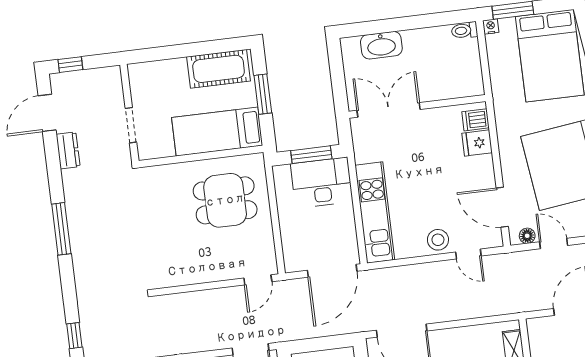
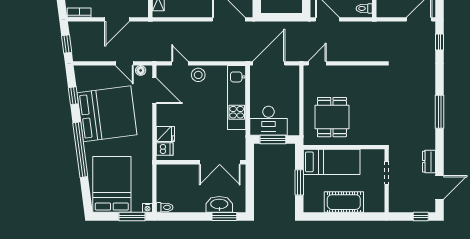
window: (371, 28) -> (224, 217), added
cot: (219, 69) -> (344, 202), moved
dining table: (225, 200) -> (332, 117), turned 90

